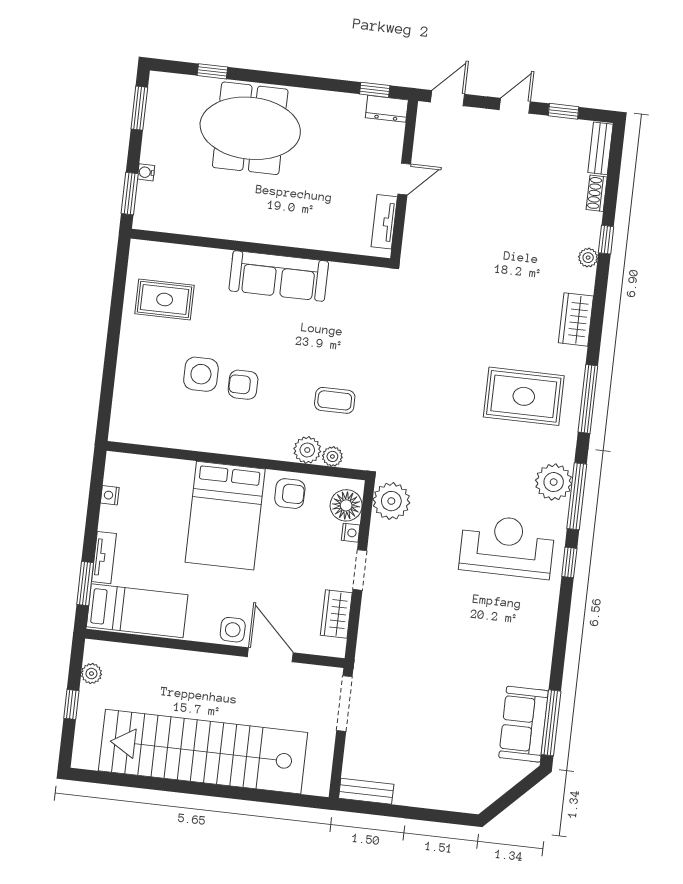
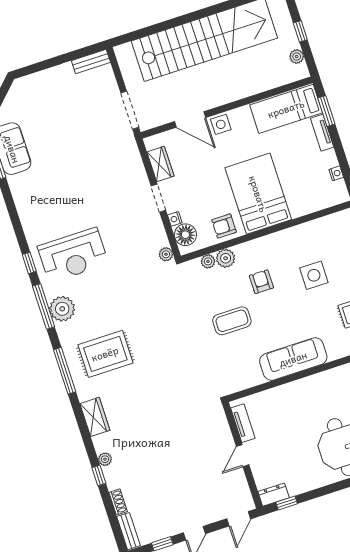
armchair: (243, 385) -> (261, 282), moved, turned -90
coffee table: (335, 400) -> (232, 321), moved, width x1.36, depth x1.30
plant: (391, 501) -> (166, 254), width x0.53, depth x0.53

